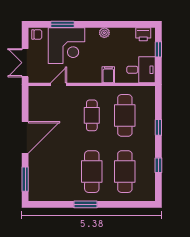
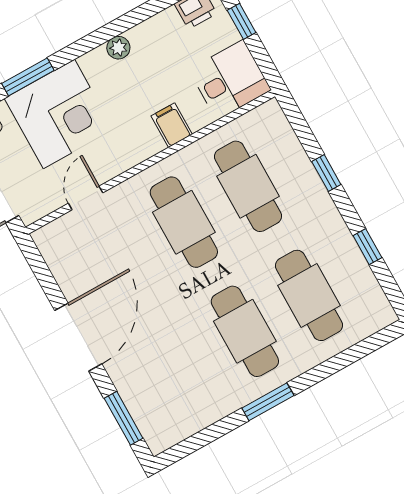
cafe table: (92, 115) -> (184, 222), width x1.37, depth x1.35

